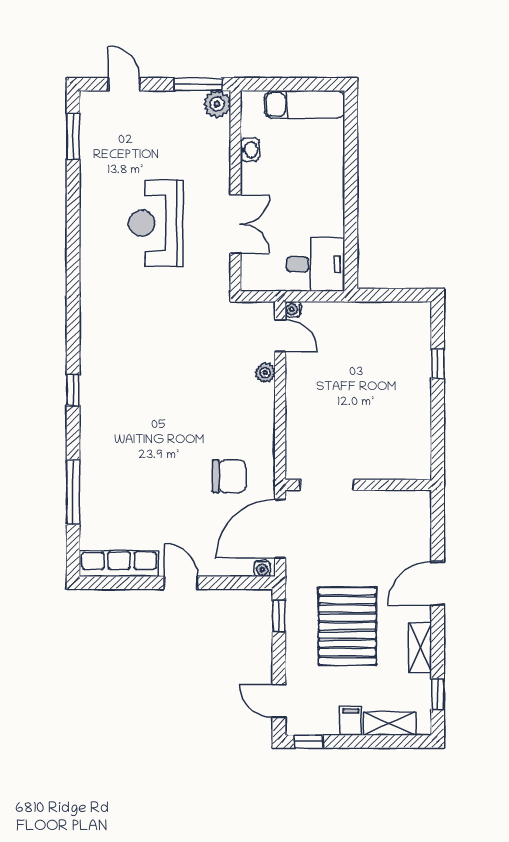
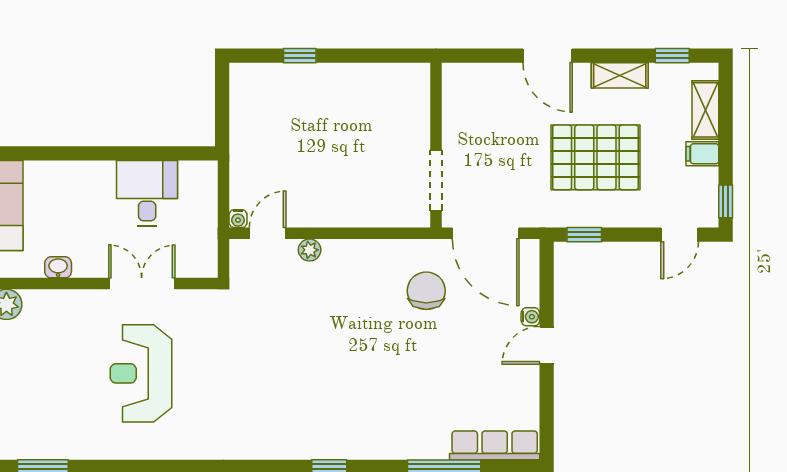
reception desk: (156, 223) -> (141, 373), turned 90
desk: (316, 264) -> (147, 193), moved
row of seats: (119, 564) -> (495, 445), moved, turned 90
water cooler: (262, 568) -> (530, 317), moved

